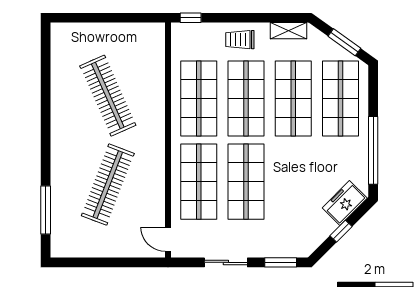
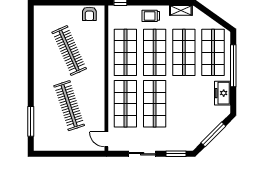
armchair: (141, 36) -> (89, 14), added
window: (344, 42) -> (215, 18), removed
window: (373, 150) -> (233, 66), moved
clothes rail: (108, 185) -> (69, 106), turned -39
freezer: (345, 203) -> (223, 93), moved, turned -45
window: (341, 231) -> (213, 134), width x2.17

